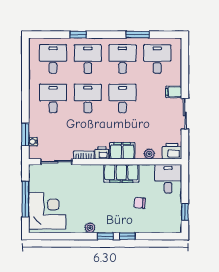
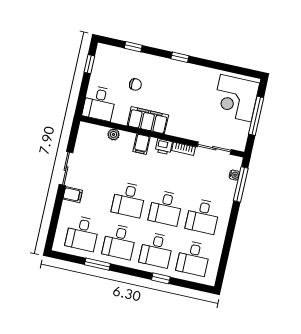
window: (25, 135) -> (241, 184), width x1.44
filing cabinet: (122, 151) -> (142, 144), width x0.50
printer: (172, 151) -> (89, 132), removed
plant: (90, 228) -> (194, 70), removed
window: (127, 236) -> (133, 47), moved

